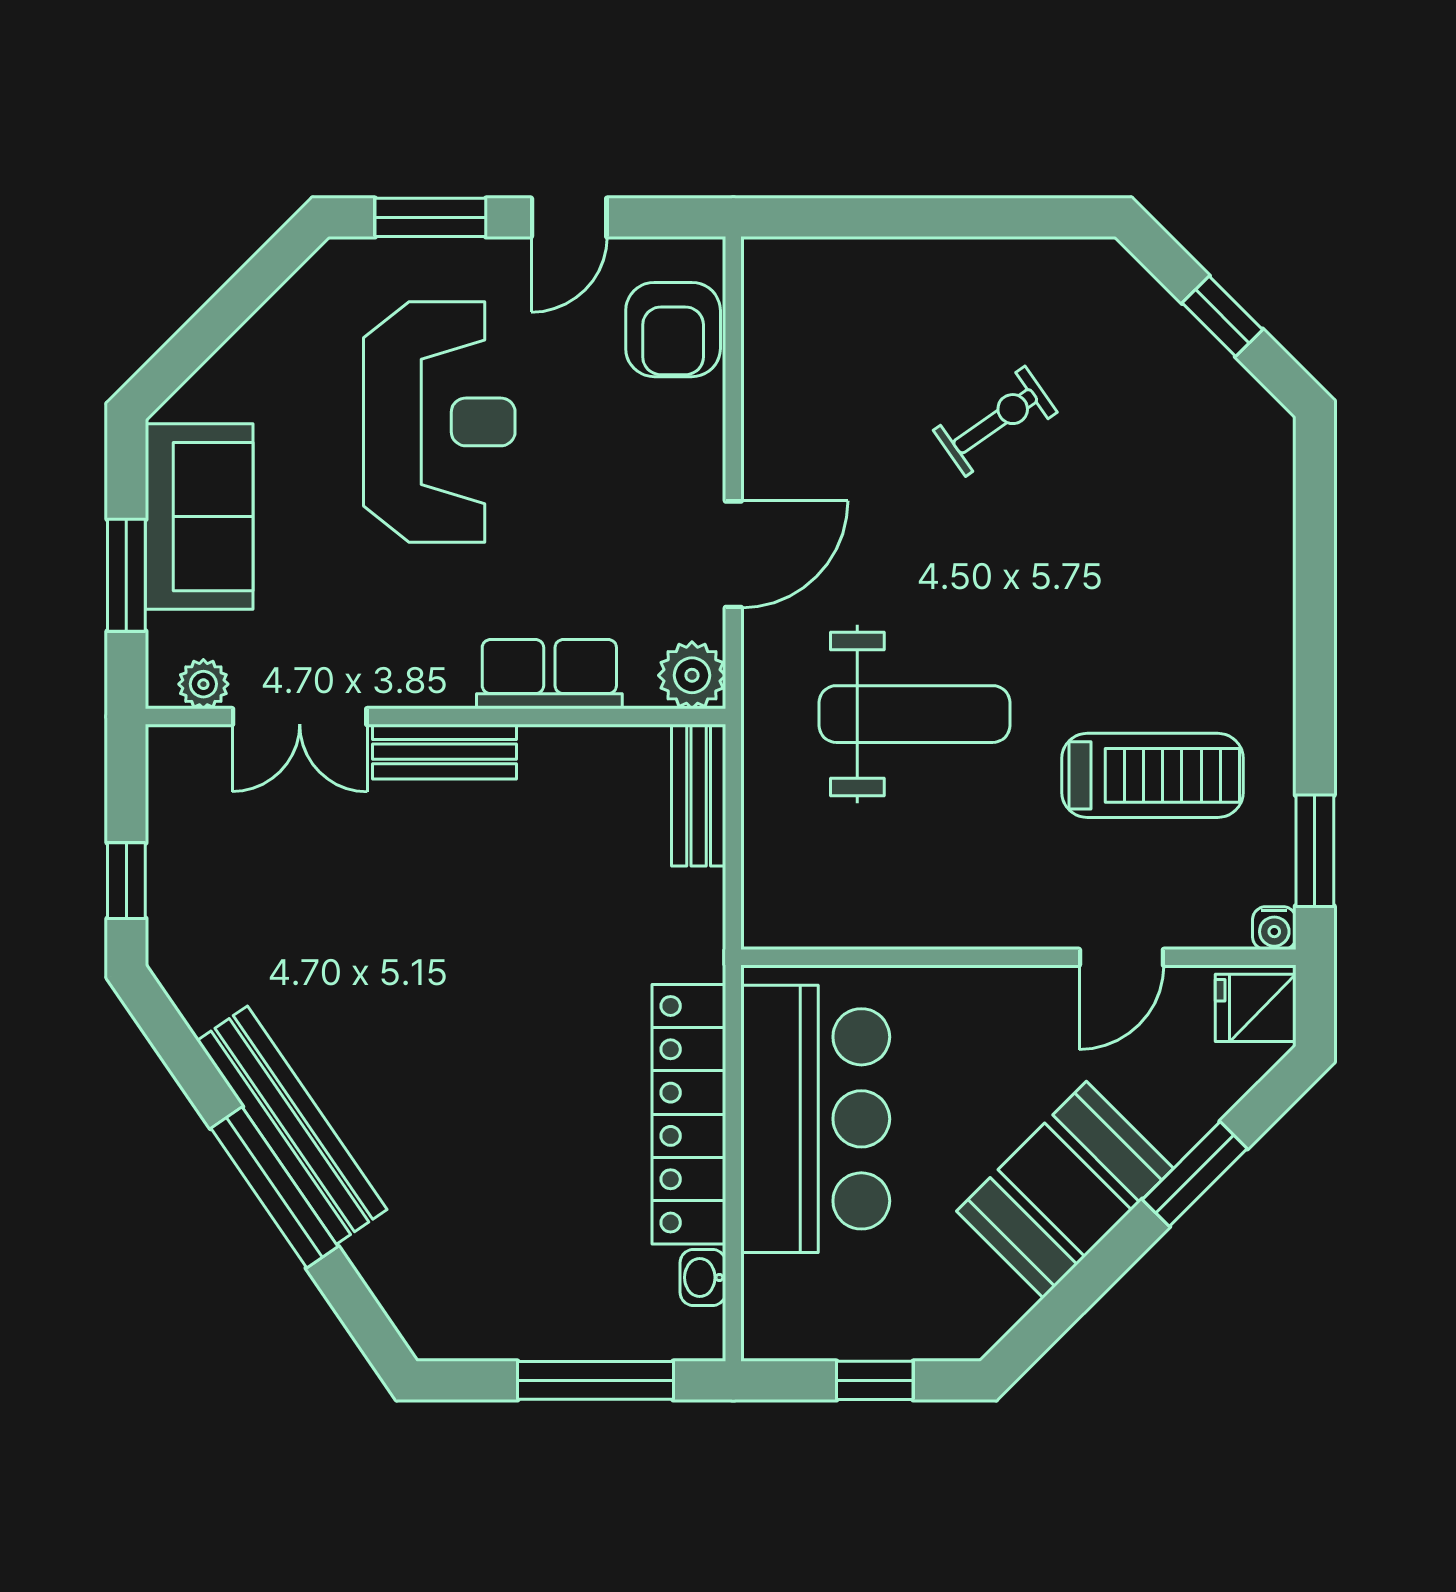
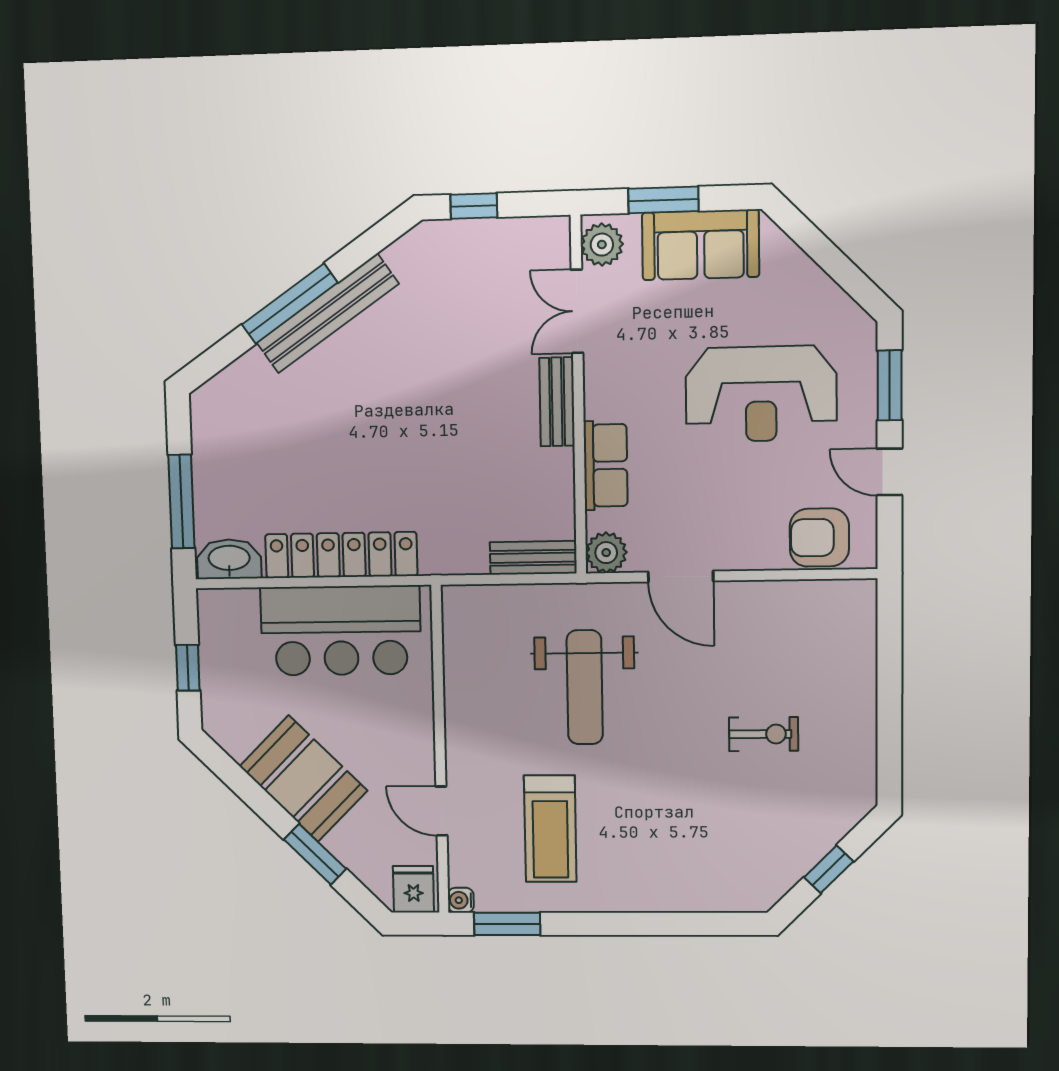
exercise bike: (995, 421) -> (764, 734), turned -55
plant: (203, 684) -> (602, 245), width x1.38, depth x1.38
washbasin: (703, 1277) -> (229, 559), width x1.91, depth x1.45

